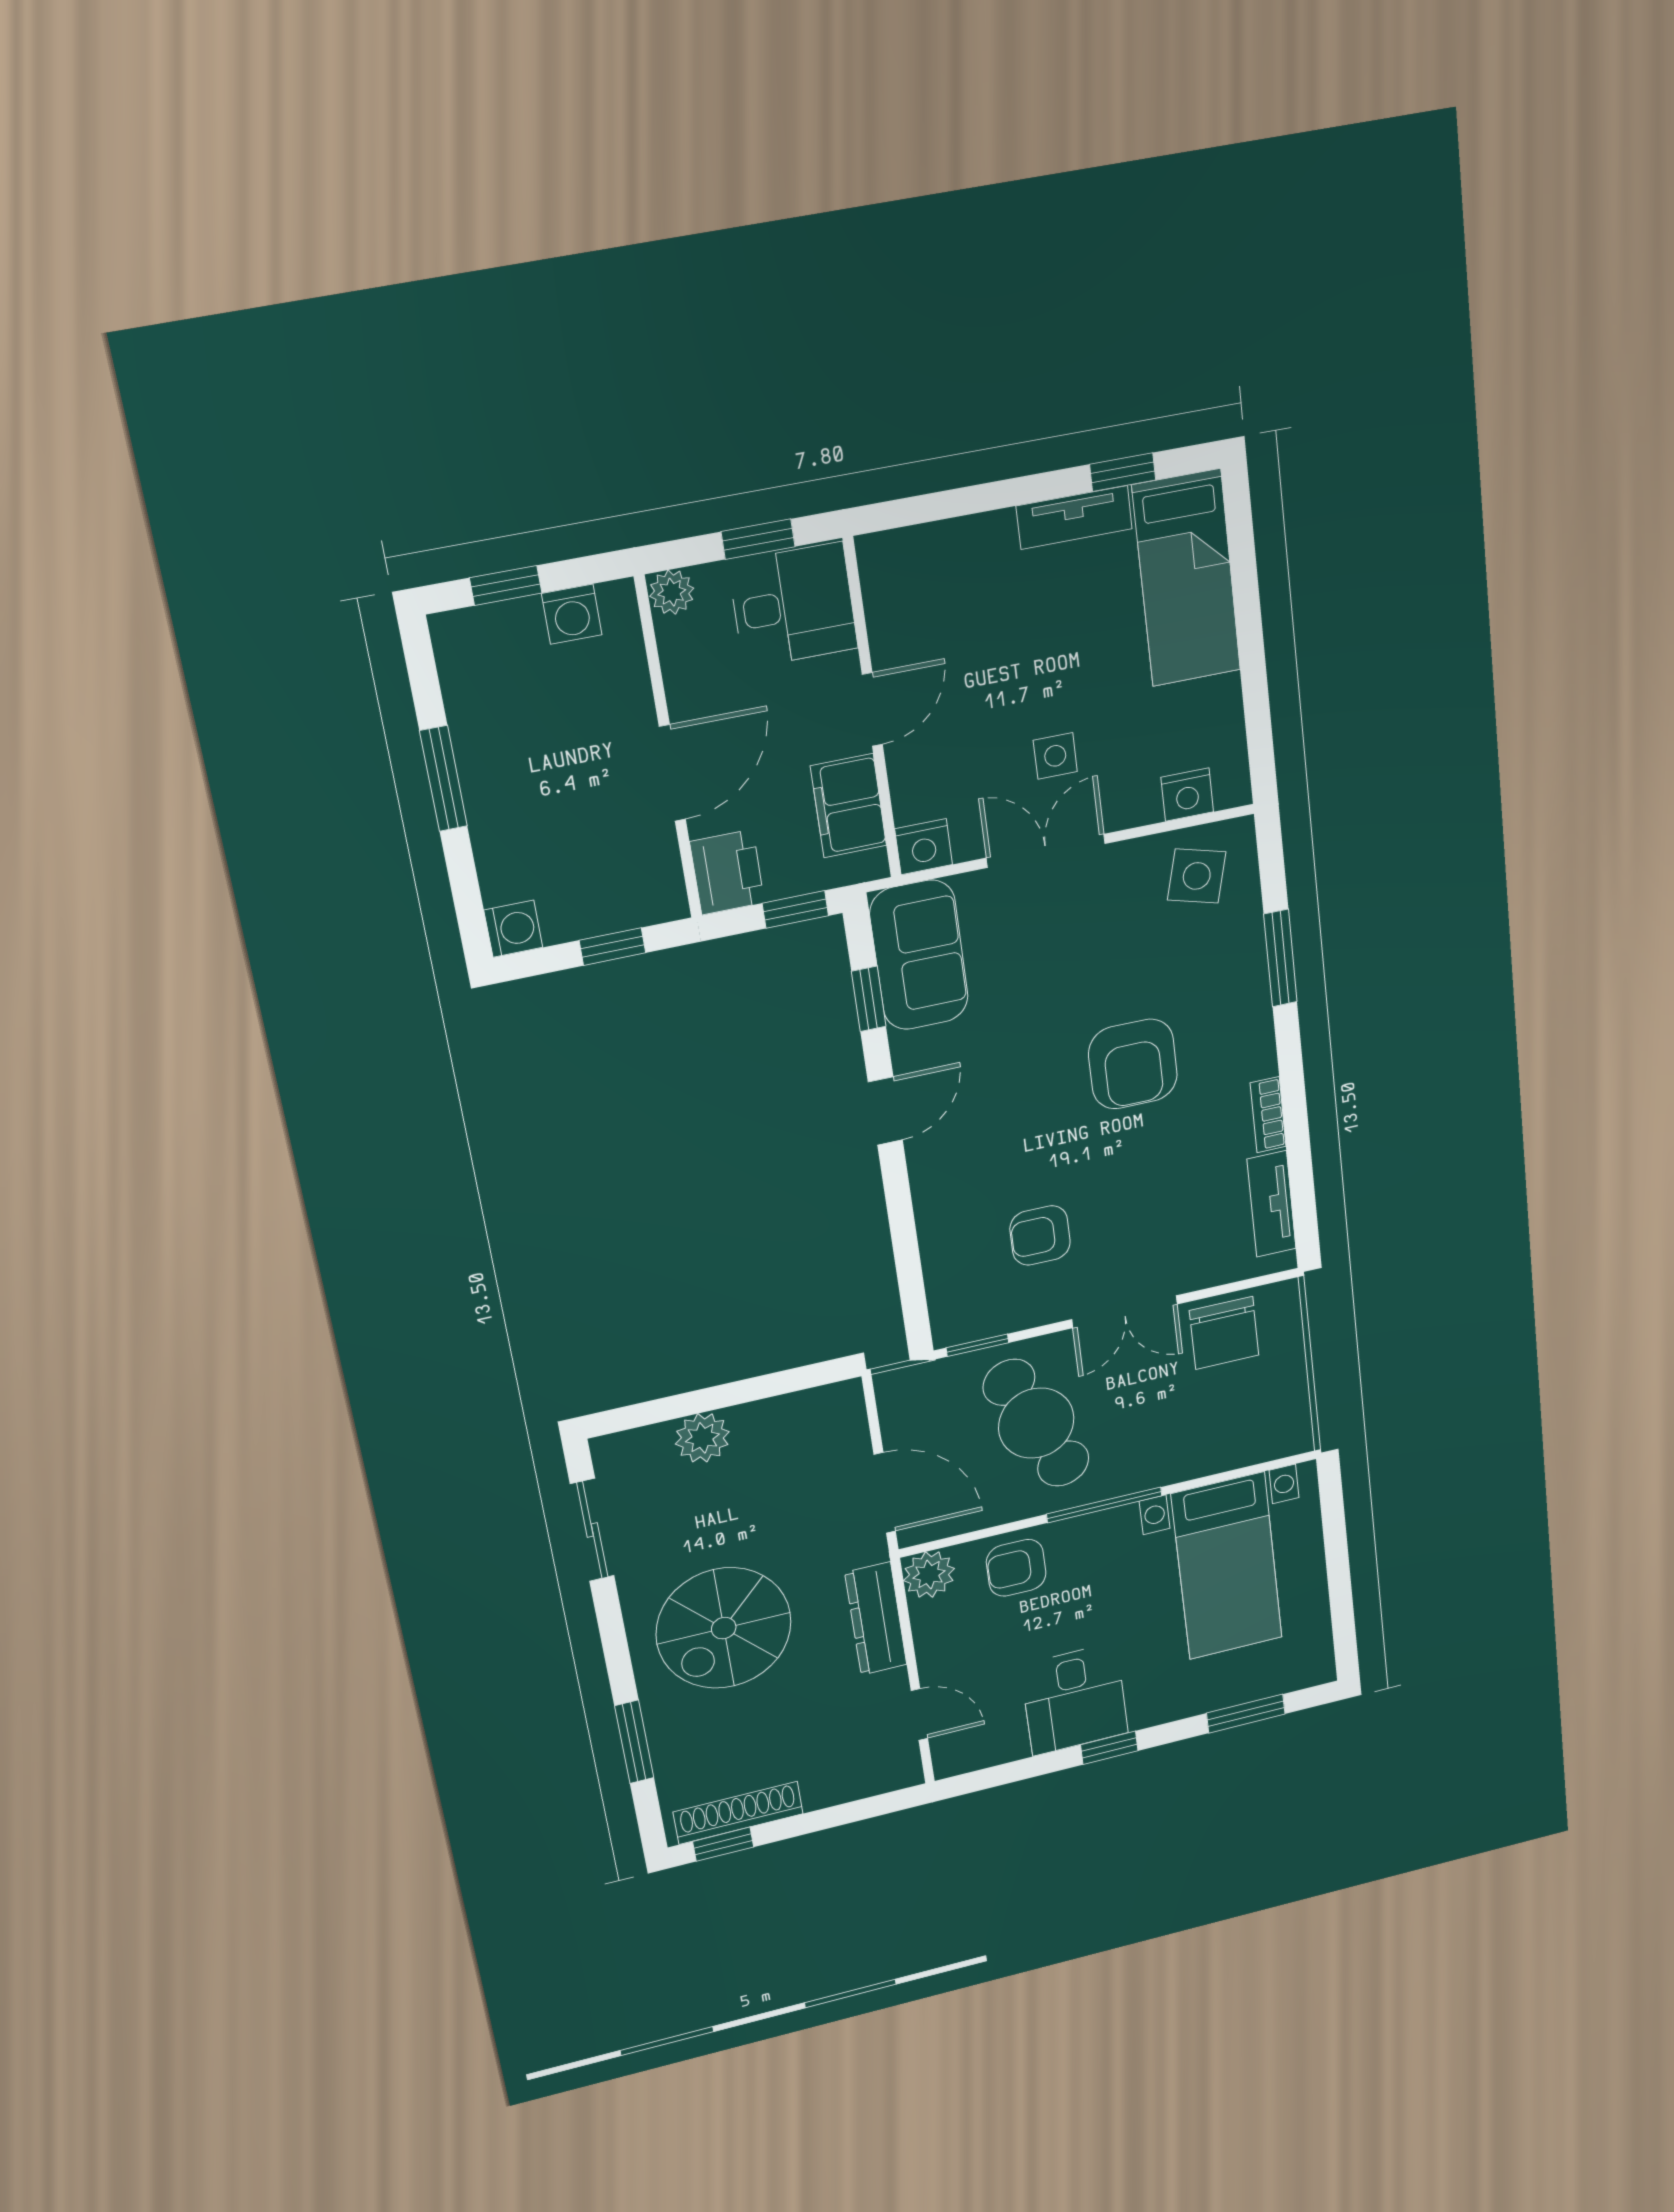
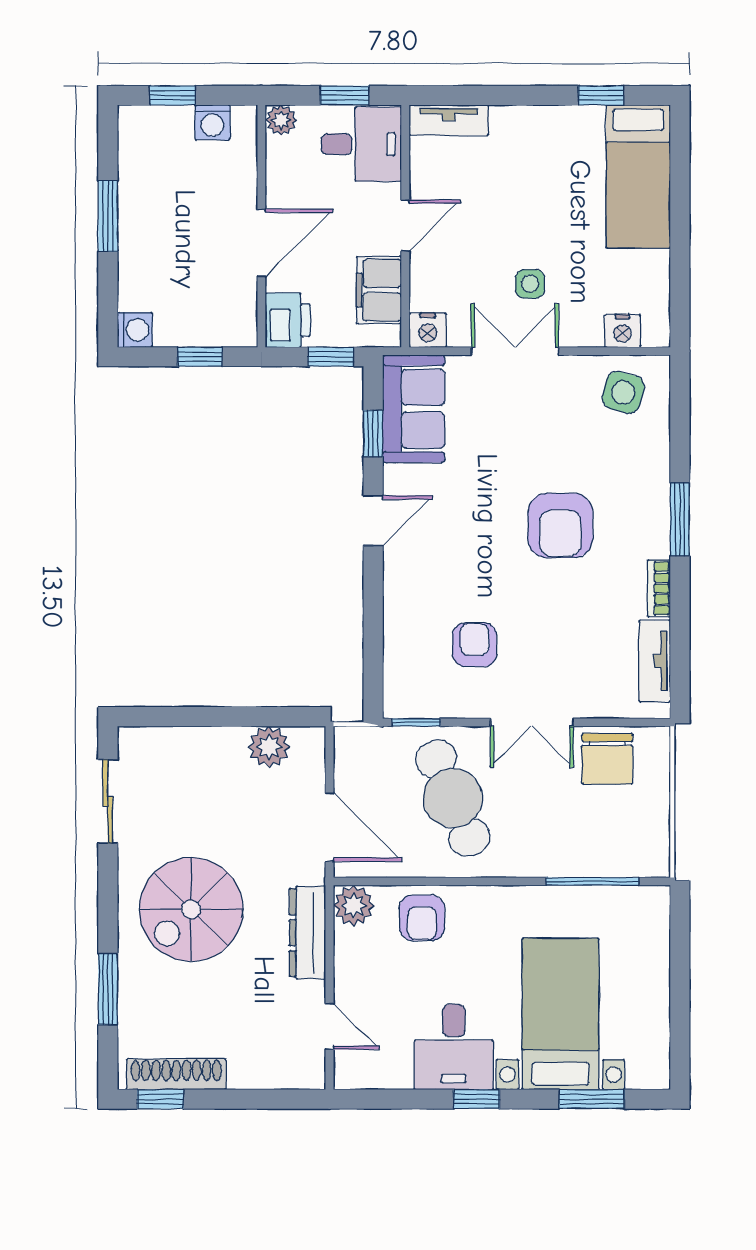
tv unit: (1074, 517) -> (449, 120), moved
window: (1280, 958) -> (680, 519), moved
armchair: (1040, 1236) -> (475, 645), turned 90
plant: (702, 1438) -> (269, 747), moved
window: (1104, 1505) -> (592, 881), moved
bed with nightstands: (1227, 1566) -> (560, 1014), moved, turned 180
armchair: (1016, 1568) -> (422, 918), turned -90

